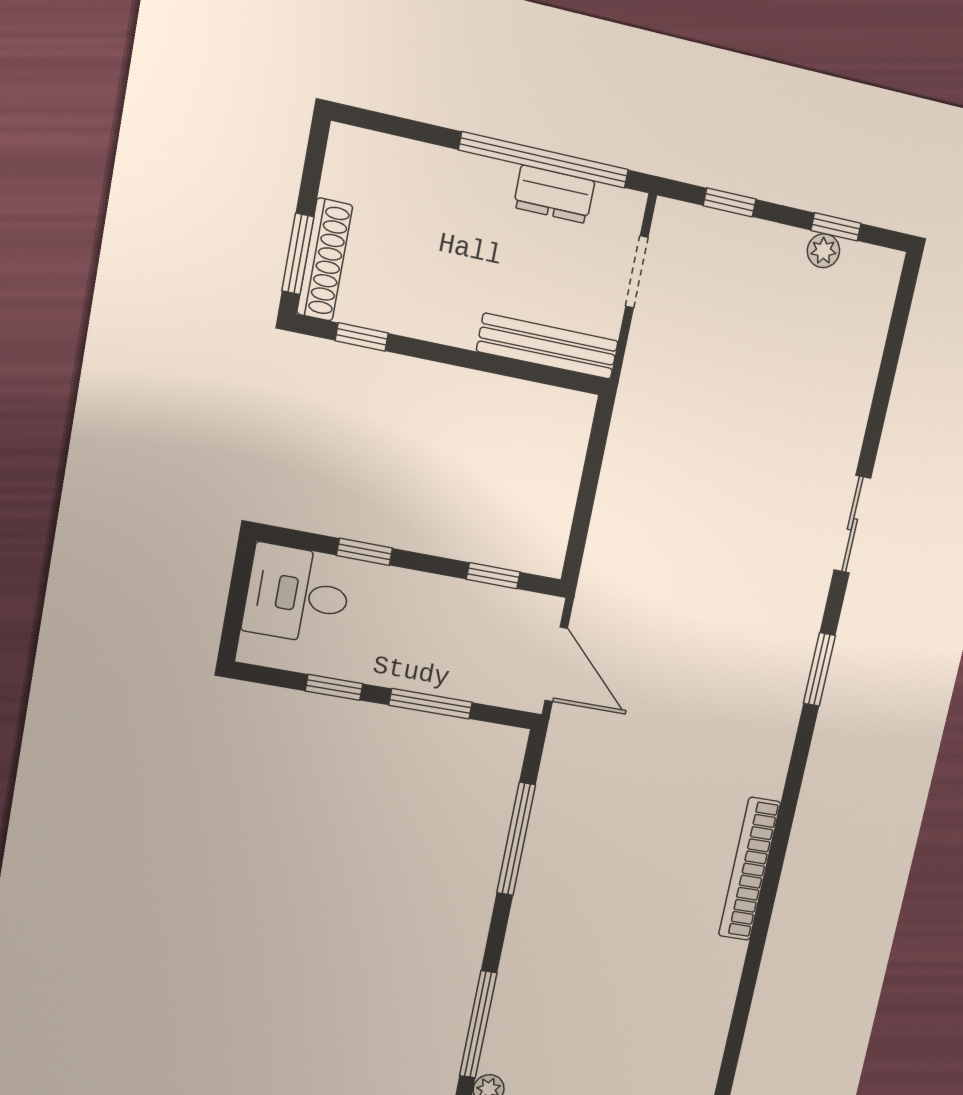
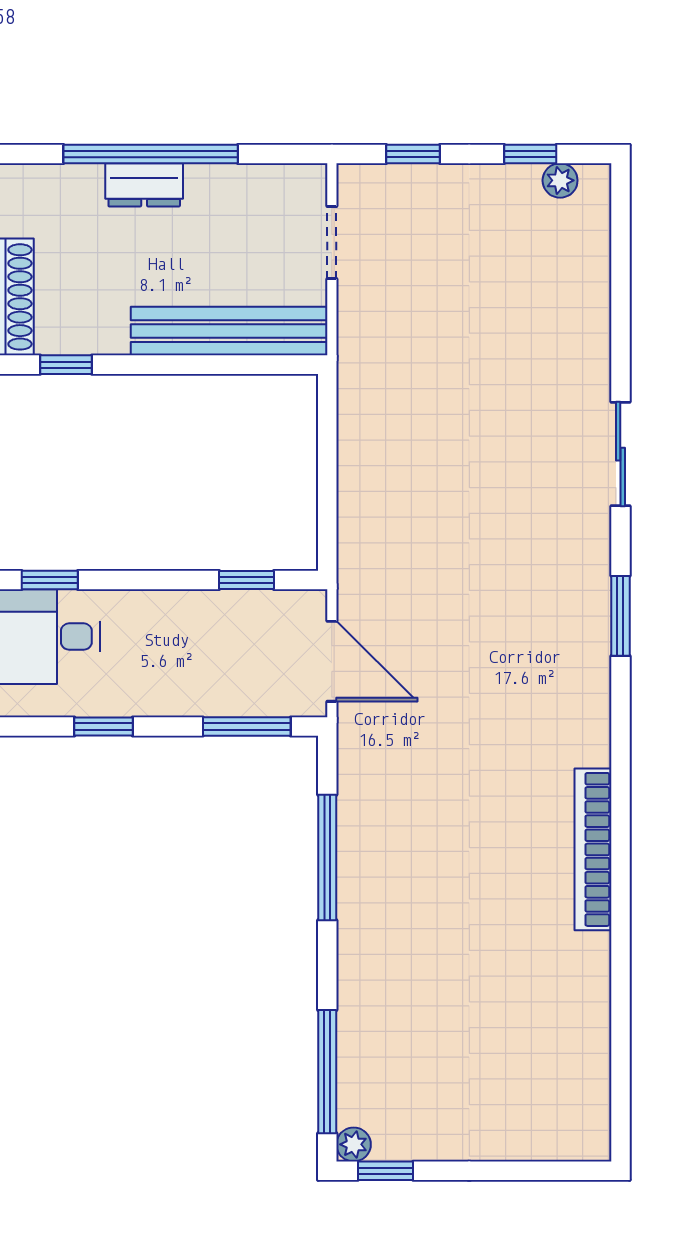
window: (544, 160) -> (151, 154), moved
dresser: (554, 194) -> (144, 185), moved
plant: (823, 251) -> (560, 180), moved
bench: (547, 346) -> (229, 331), width x1.37, depth x1.21
window: (364, 552) -> (50, 580), moved
window: (431, 704) -> (247, 726), moved

